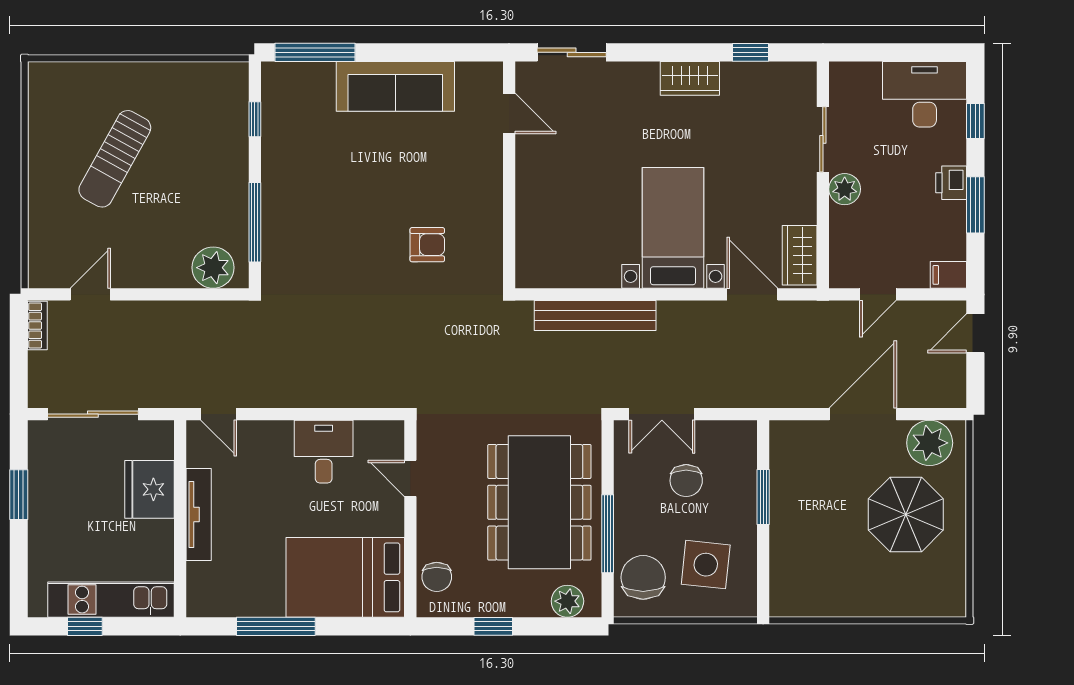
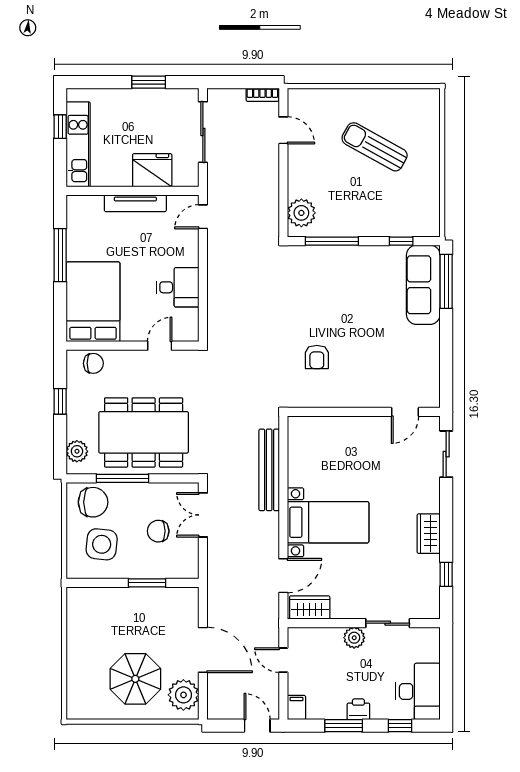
sofa: (395, 86) -> (423, 285), moved
chair: (437, 577) -> (93, 363), turned 180

